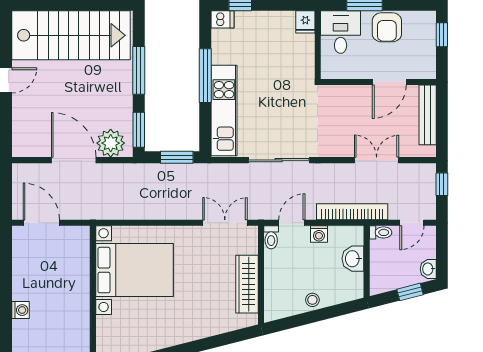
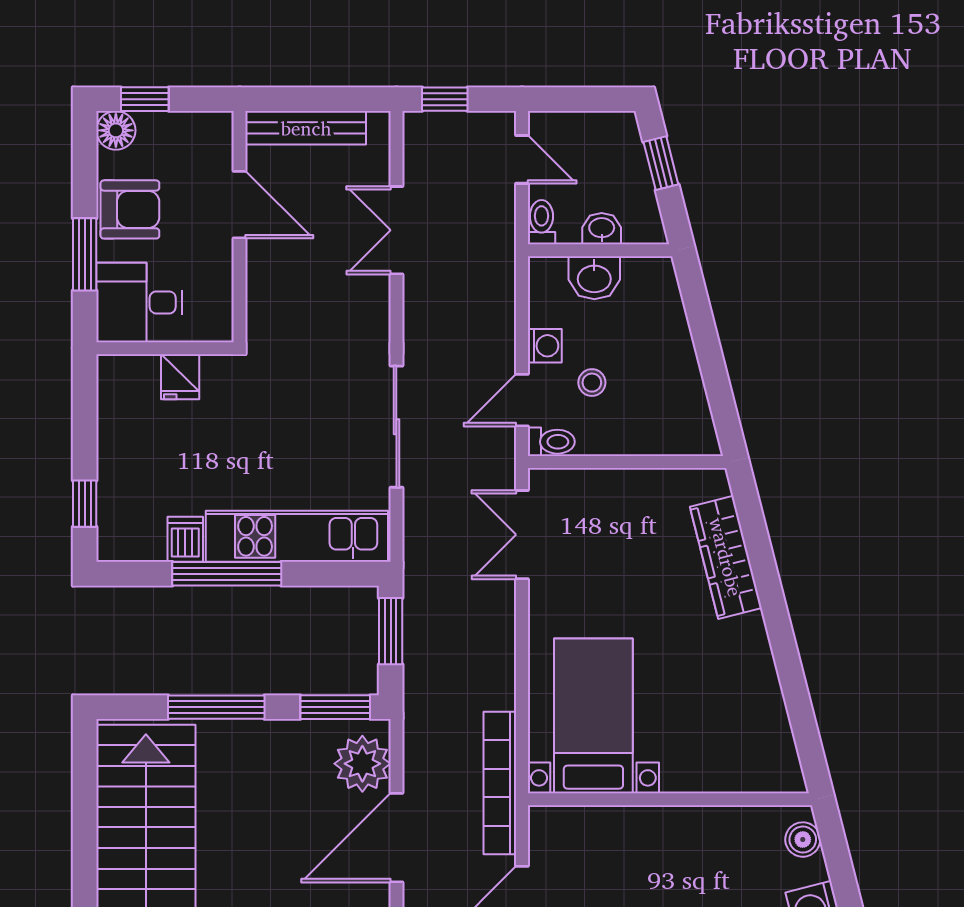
dishwasher: (223, 19) -> (185, 539), moved
floor lamp: (426, 20) -> (116, 130), added
fridge: (305, 22) -> (180, 377), moved, turned 90
bookcase: (352, 212) -> (500, 783), moved
door: (292, 223) -> (522, 400), hinge flipped
washbasin: (428, 269) -> (602, 229), moved, turned 180
bed with nightstands: (134, 270) -> (593, 716), width x0.73
wardrobe: (247, 284) -> (726, 557), moved, turned 76
stool: (312, 300) -> (592, 383), moved

